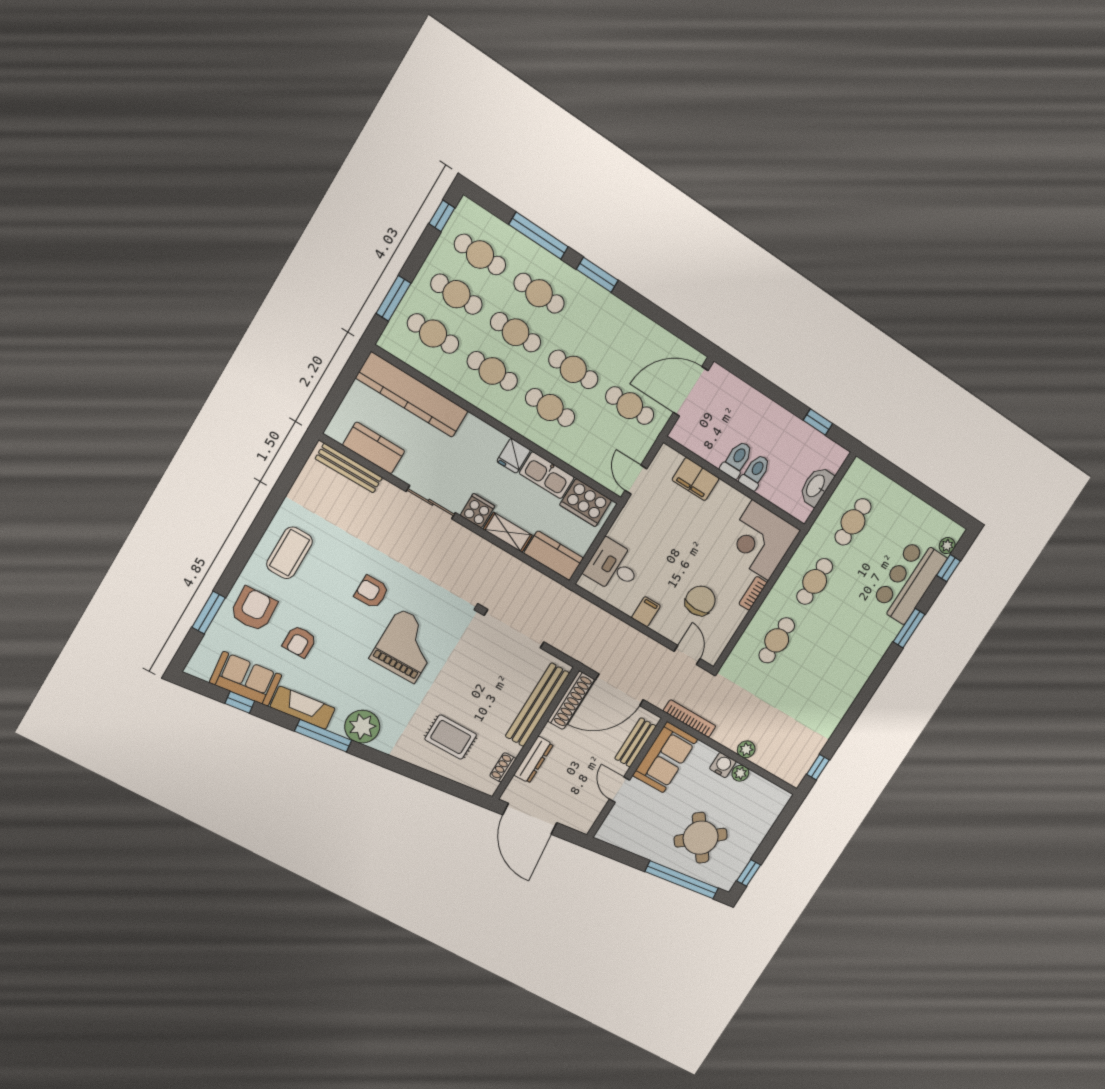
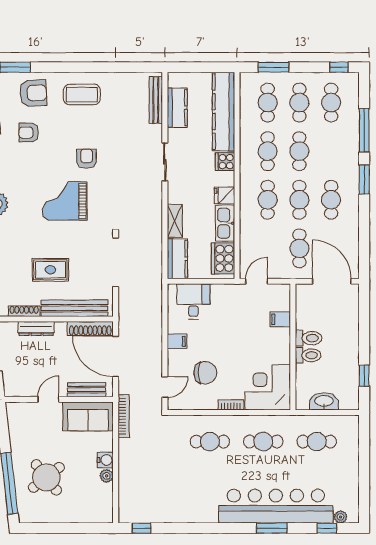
cafe table: (539, 293) -> (331, 200), moved
filing cabinet: (696, 479) -> (280, 319), width x0.50
cooker: (477, 511) -> (225, 162), moved, turned 180
bar counter: (909, 581) -> (276, 506), width x1.86
grand piano: (407, 646) -> (65, 201), turned 180
rug: (451, 737) -> (50, 270), moved, turned 90
plant: (746, 749) -> (125, 469), removed
shoe rack: (503, 767) -> (24, 311), width x1.43
window: (749, 873) -> (40, 528), removed

